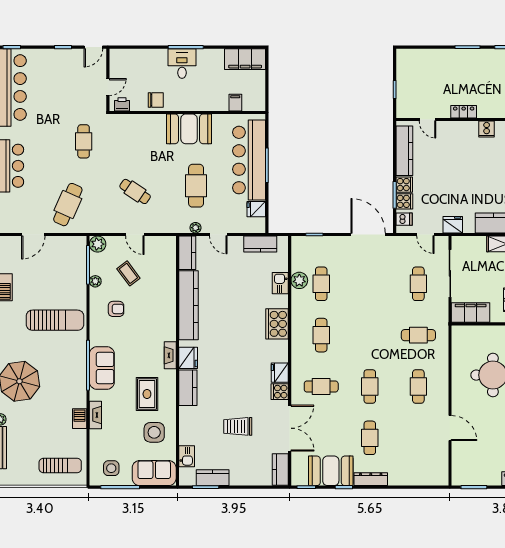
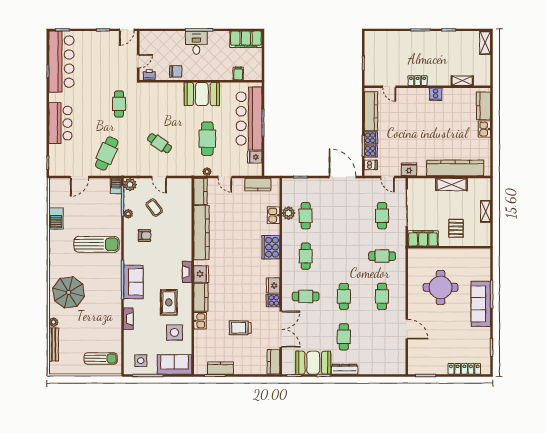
barbecue: (80, 419) -> (116, 186), moved
kitchen sink: (187, 456) -> (200, 321), moved

